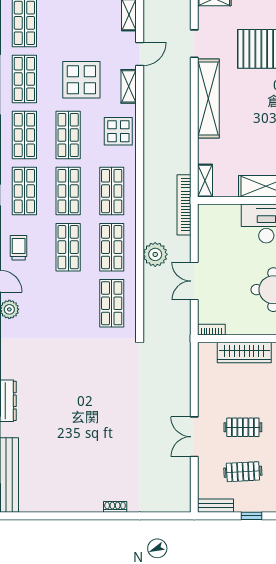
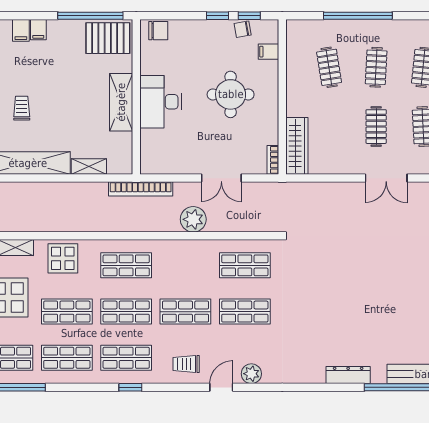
trolley: (260, 92) -> (22, 108), added
shelving: (205, 181) -> (89, 167), moved
shop shelf: (112, 247) -> (245, 312), moved
wardrobe: (244, 352) -> (297, 146), moved

